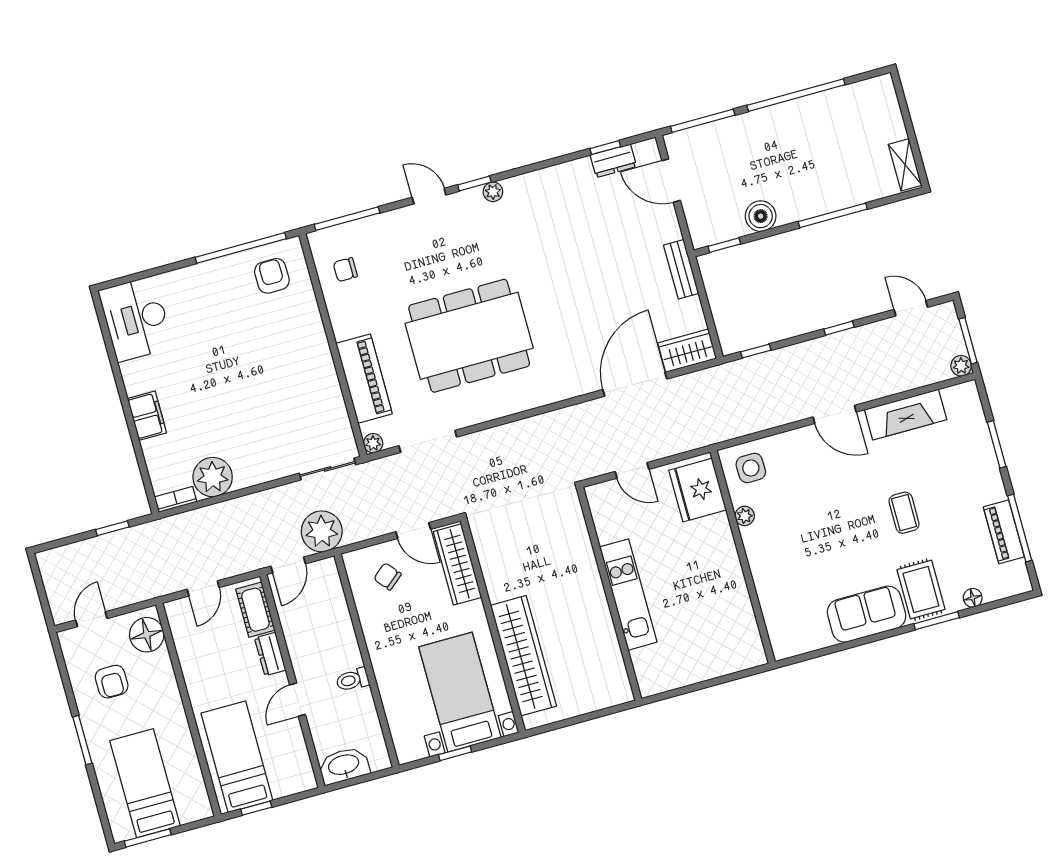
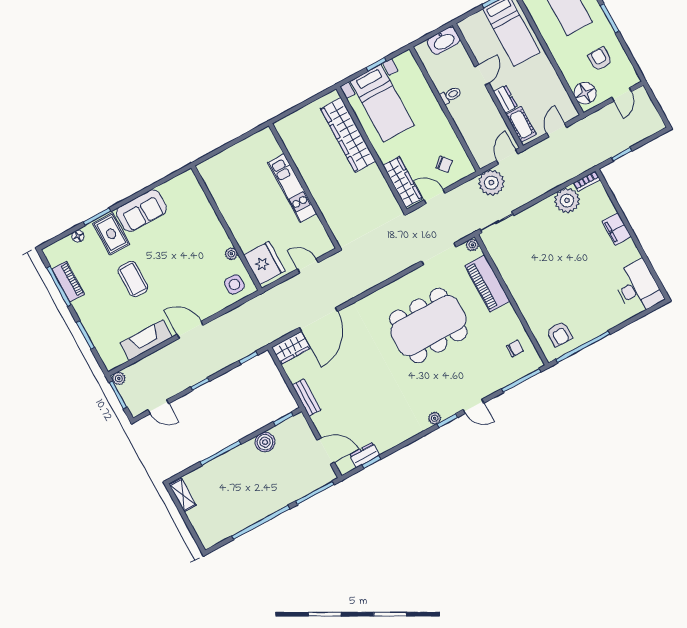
coffee table: (904, 513) -> (133, 279), width x1.36, depth x1.30

